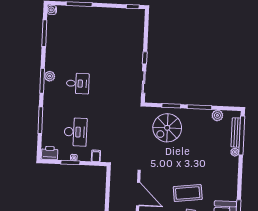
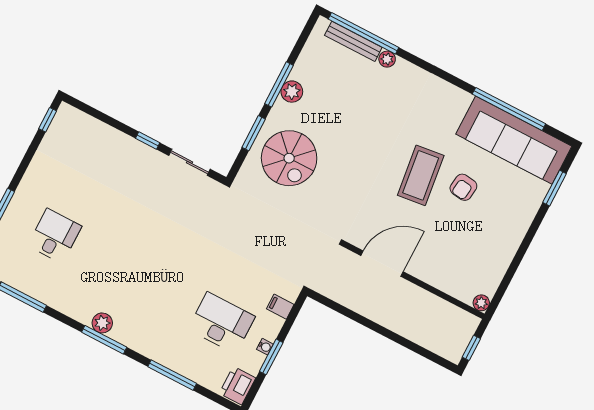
desk: (78, 83) -> (55, 236), moved
plant: (217, 115) -> (292, 92), moved

